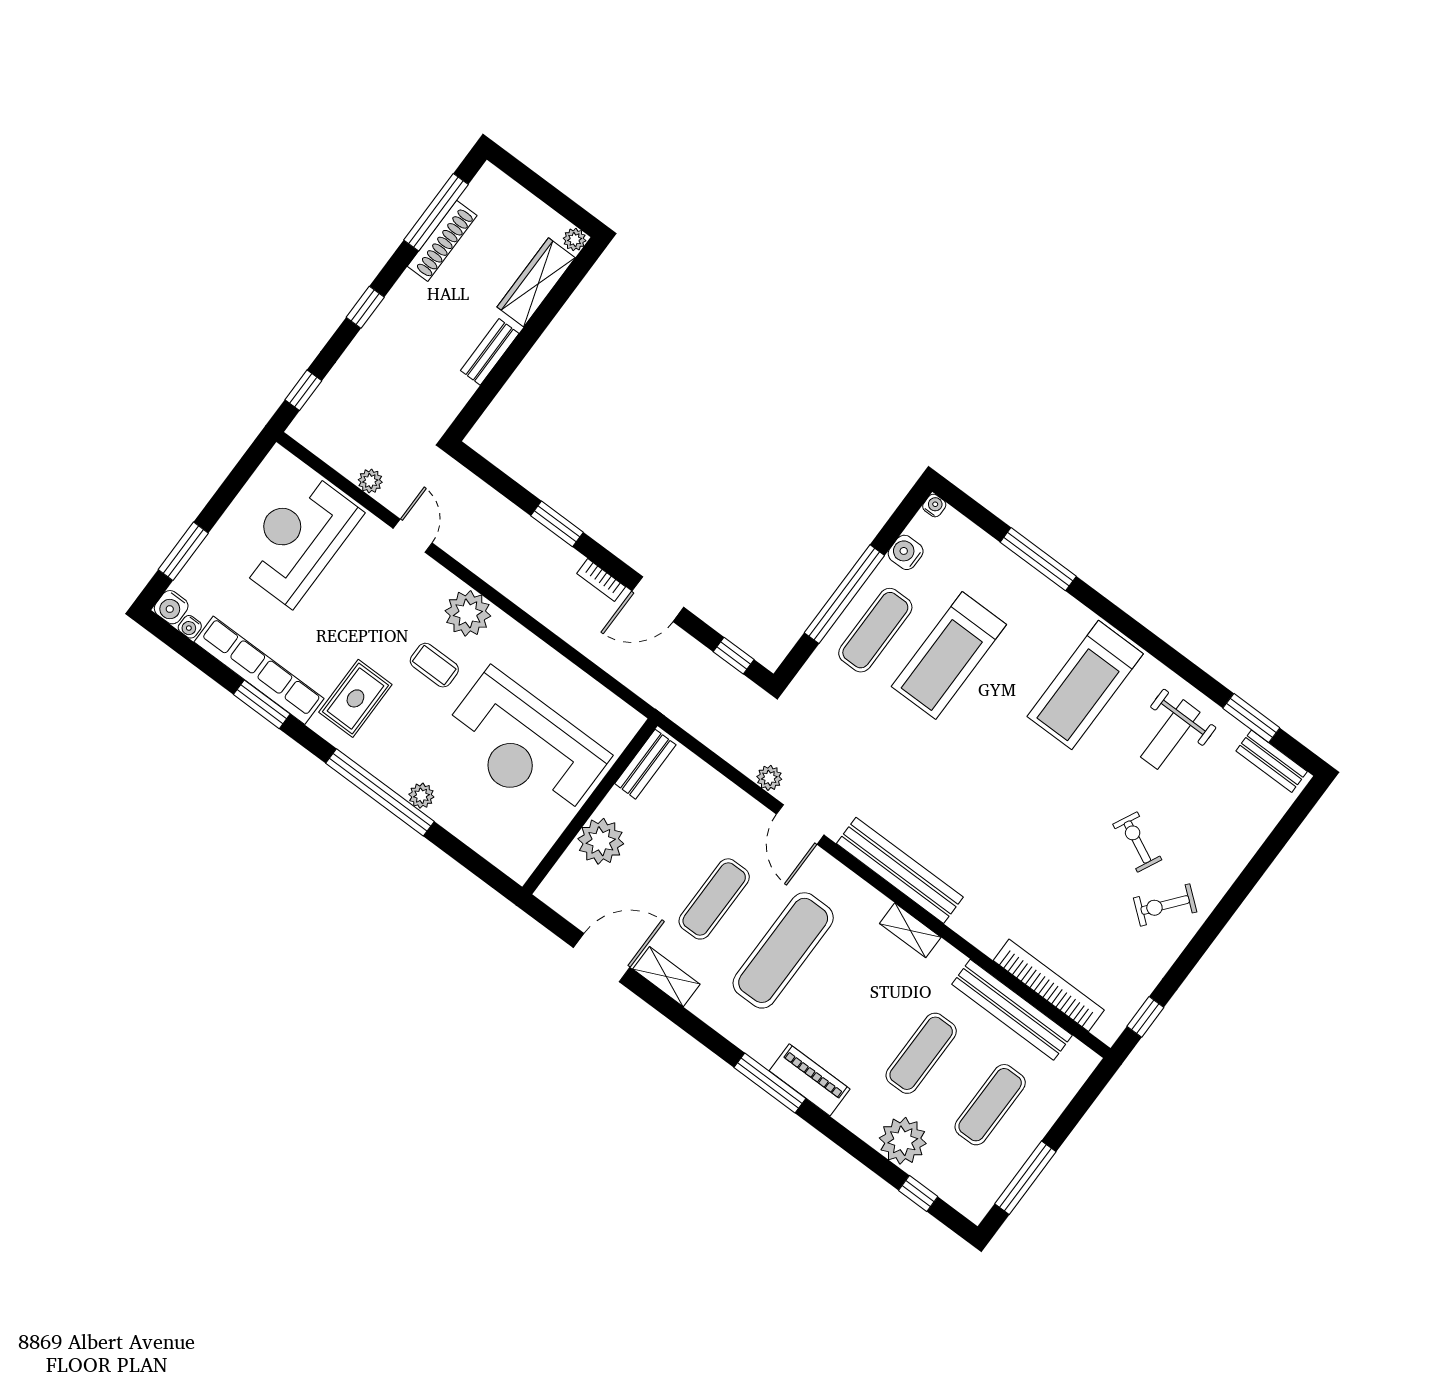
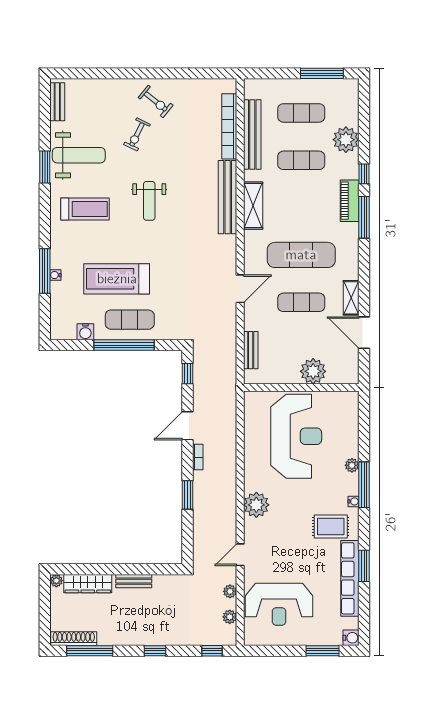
shoe rack: (442, 241) -> (74, 639), moved
water cooler: (934, 506) -> (55, 275), moved
door: (658, 599) -> (187, 426), swing flipped
water cooler: (190, 627) -> (354, 501), moved
treadmill: (949, 655) -> (117, 279), turned 180
coffee table: (434, 665) -> (290, 503), removed
treadmill: (1085, 685) -> (85, 209), width x0.73, depth x0.73
window: (1251, 718) -> (45, 167), moved
weight bench: (1170, 735) -> (79, 155), width x1.36, depth x1.33
bench: (645, 764) -> (251, 350), moved, turned 90
plant: (769, 778) -> (230, 617), moved
weight bench: (1027, 788) -> (149, 201), added
window: (380, 792) -> (364, 485), width x0.68
bench: (900, 870) -> (228, 197), moved
shelving: (910, 930) -> (253, 206), width x1.50, depth x1.33
window: (1145, 1017) -> (211, 73), removed
window: (918, 1194) -> (364, 174), moved

